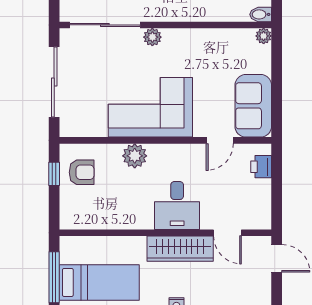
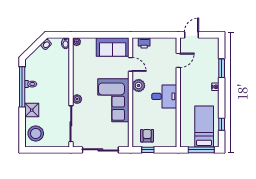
plant: (135, 156) -> (139, 85), moved
desk: (177, 205) -> (164, 96), moved
wardrobe: (180, 249) -> (187, 85), removed

